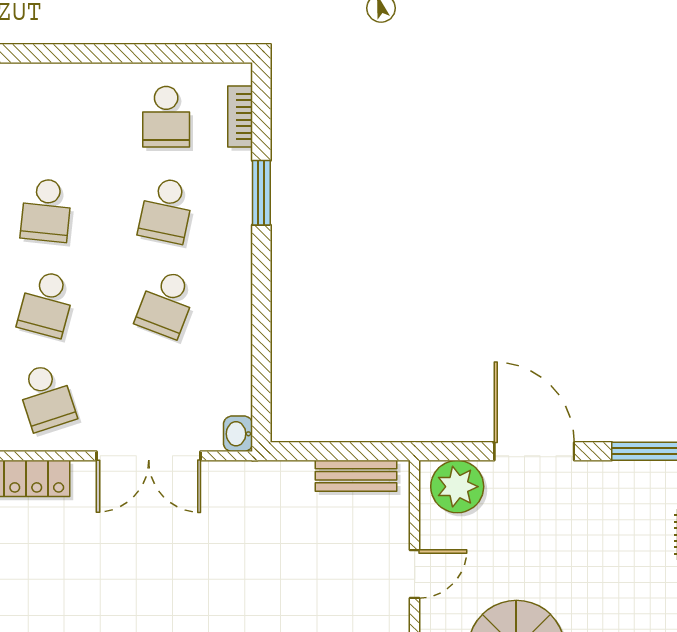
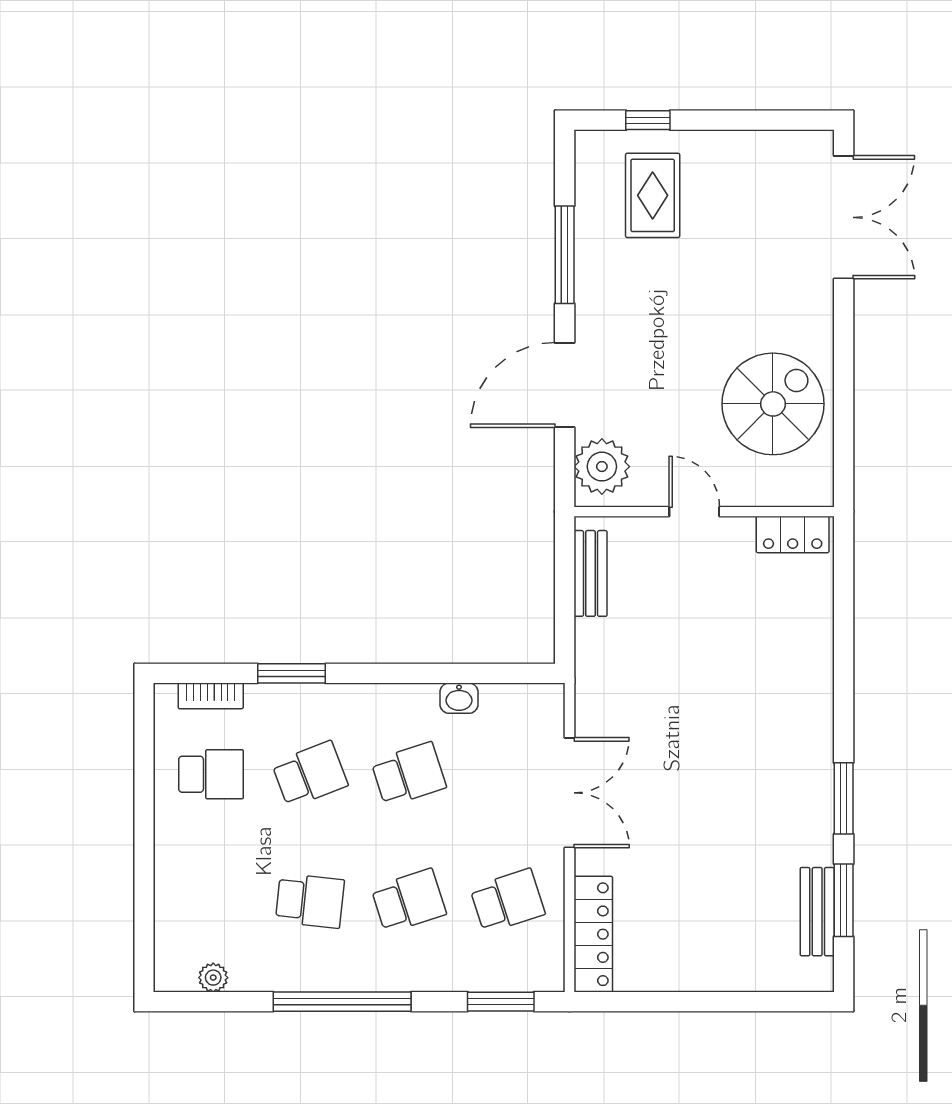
school desk: (166, 210) -> (310, 774), turned -33
school desk: (46, 304) -> (409, 901), turned -33
school desk: (166, 304) -> (409, 774), turned -39
washbasin: (238, 434) -> (459, 698), moved

